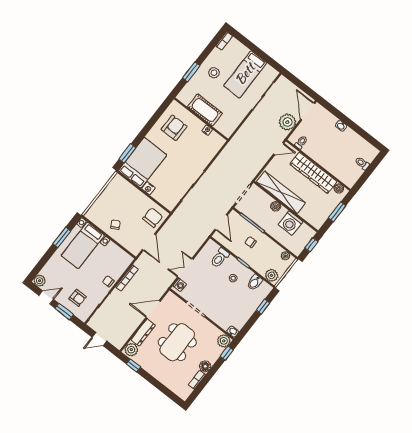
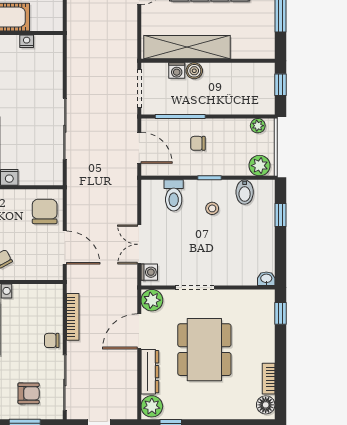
washing machine: (290, 223) -> (177, 71), moved, width x0.53, depth x0.53
plant: (224, 341) -> (152, 300), moved
floor lamp: (205, 366) -> (266, 405), moved

